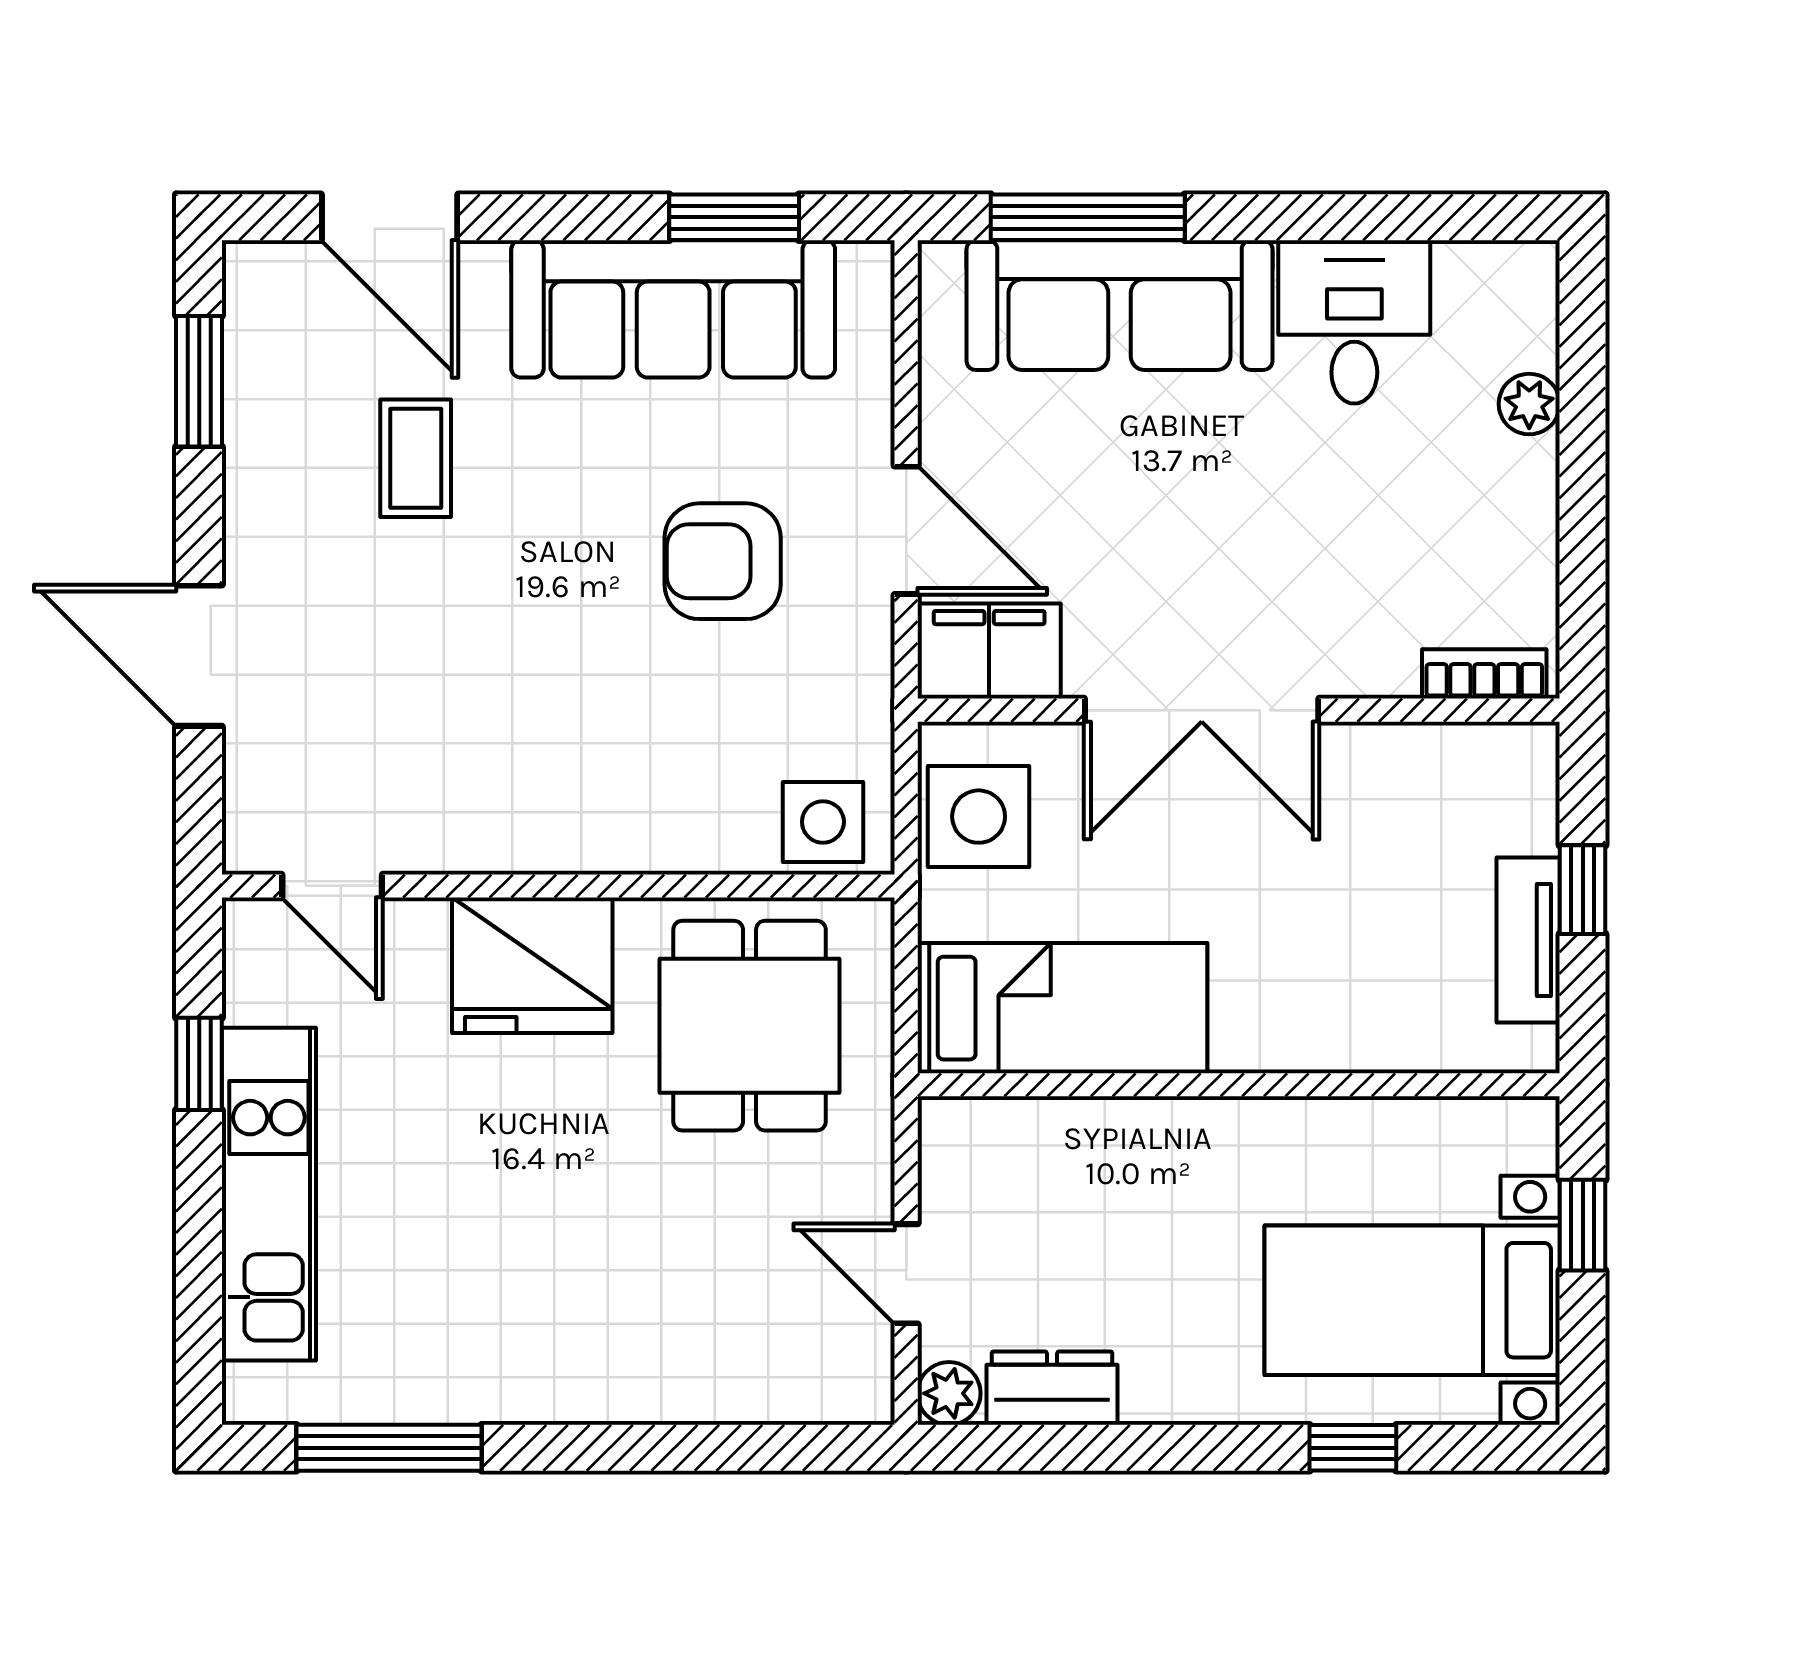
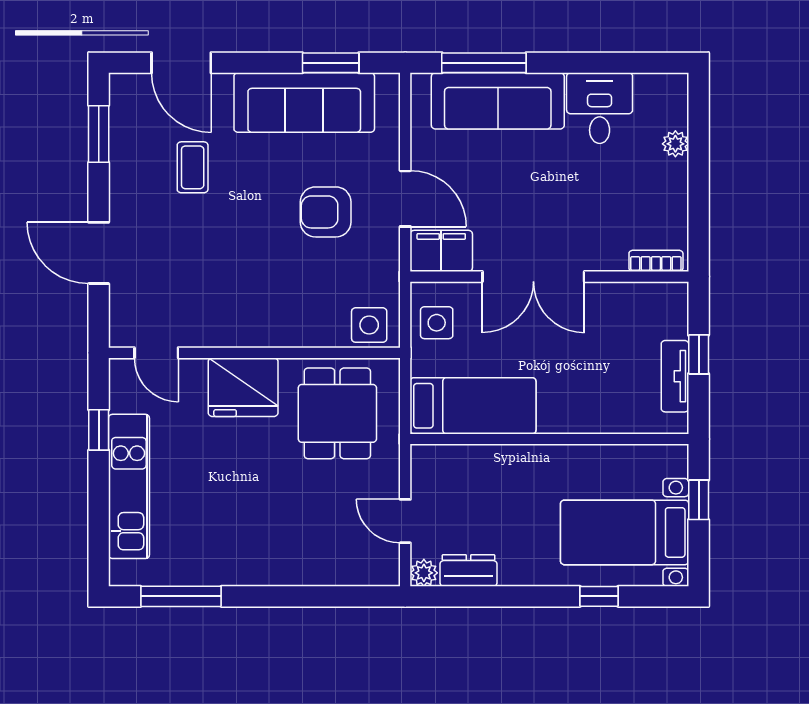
side table: (979, 817) -> (437, 323), width x0.73, depth x0.73

